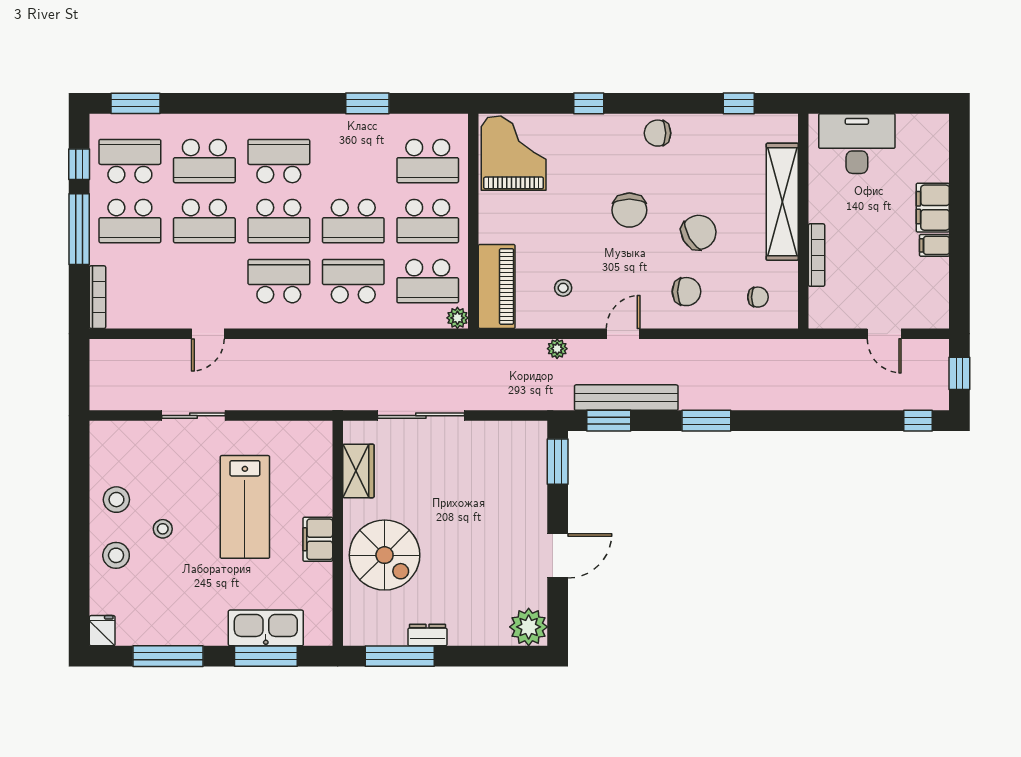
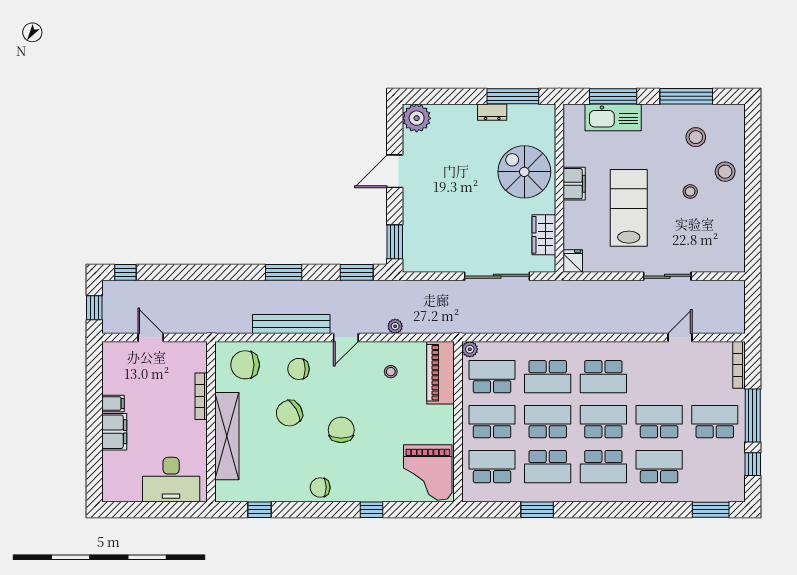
chair: (658, 133) -> (320, 487), turned 180
school desk: (130, 161) -> (548, 467), moved
chair: (758, 297) -> (245, 365), width x1.87, depth x1.87
door: (208, 334) -> (680, 337), moved
bench: (626, 398) -> (291, 324), moved
stool: (116, 500) -> (696, 137), moved
fridge: (102, 631) -> (573, 261), moved, turned 180

